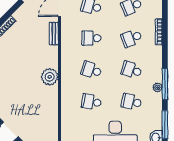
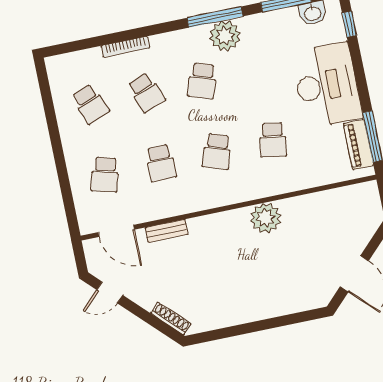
plant: (50, 77) -> (266, 218), moved
plant: (158, 87) -> (225, 36), width x1.87, depth x1.87
school desk: (132, 102) -> (258, 69), removed

